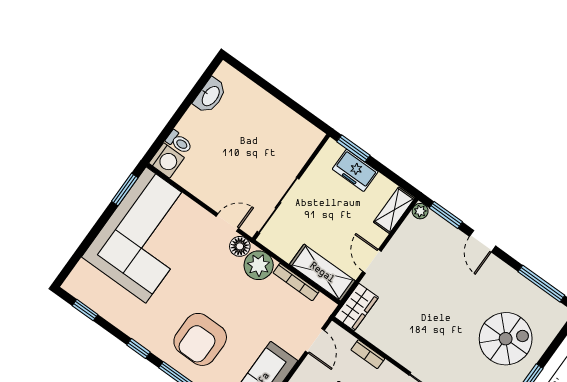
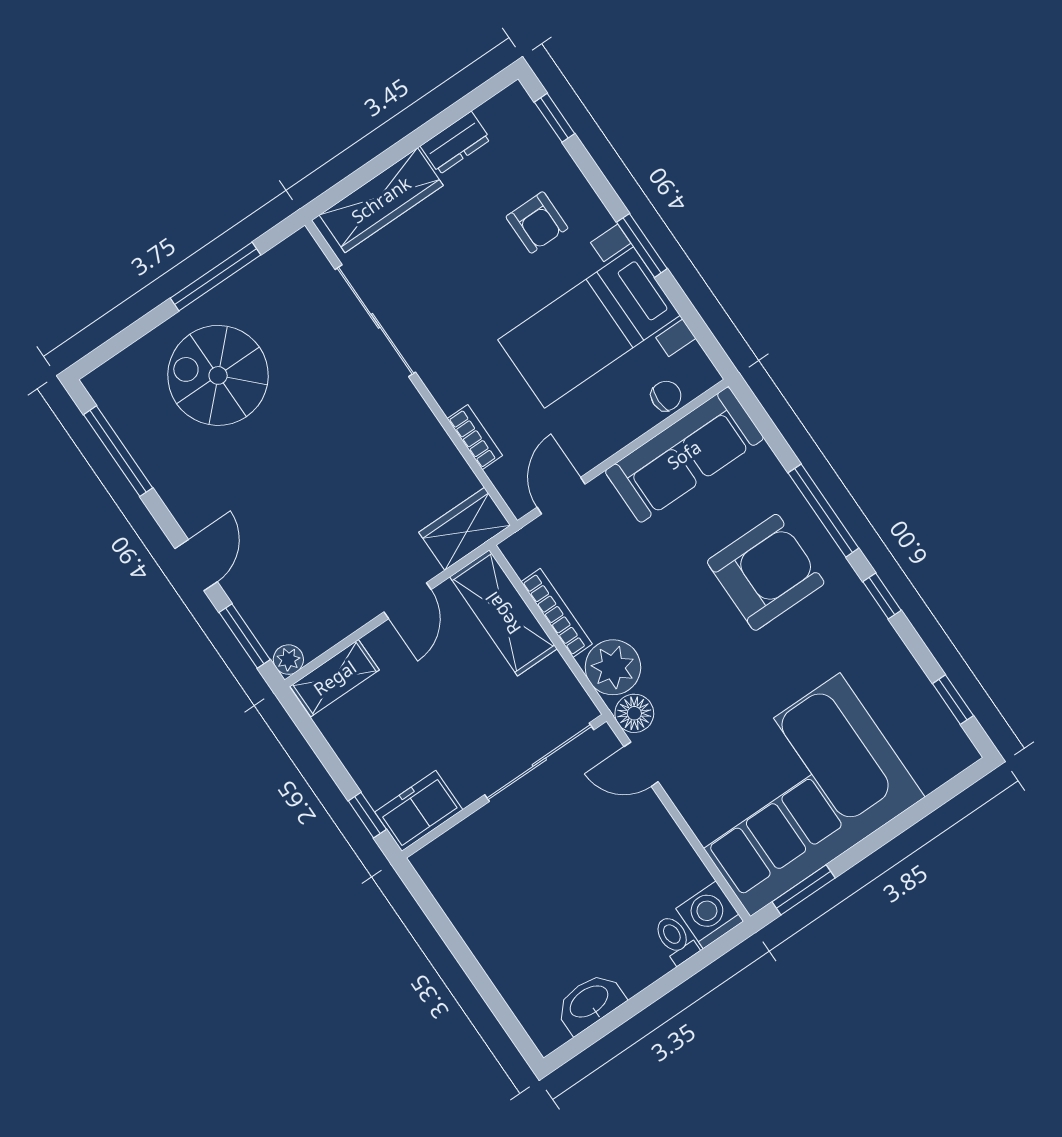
window: (353, 148) -> (367, 815), width x0.67
freezer: (355, 170) -> (419, 811), moved, turned -90

